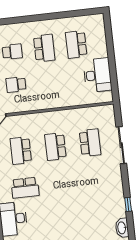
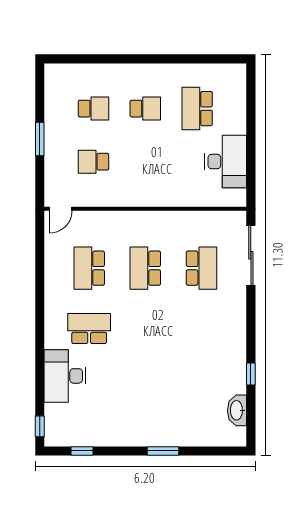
school desk: (44, 48) -> (145, 109), width x0.54
sliding door: (121, 145) -> (251, 255), moved
school desk: (25, 188) -> (89, 329), turned 180

